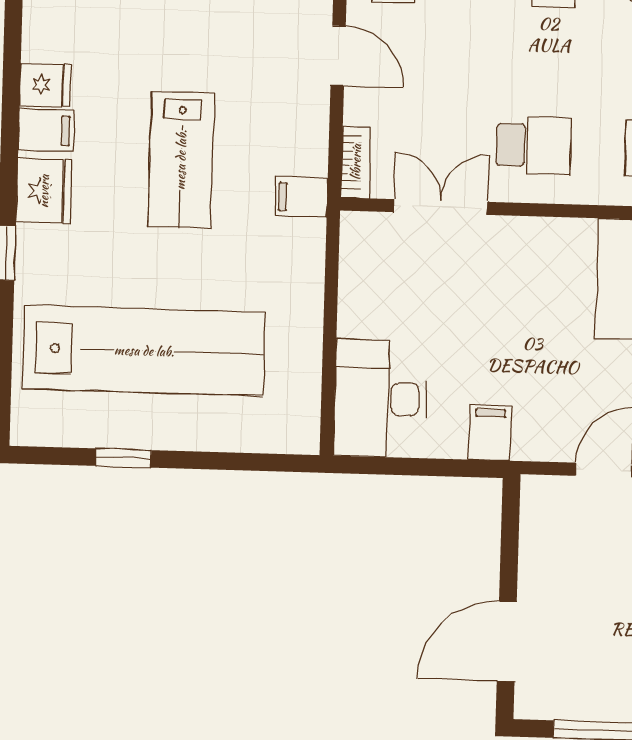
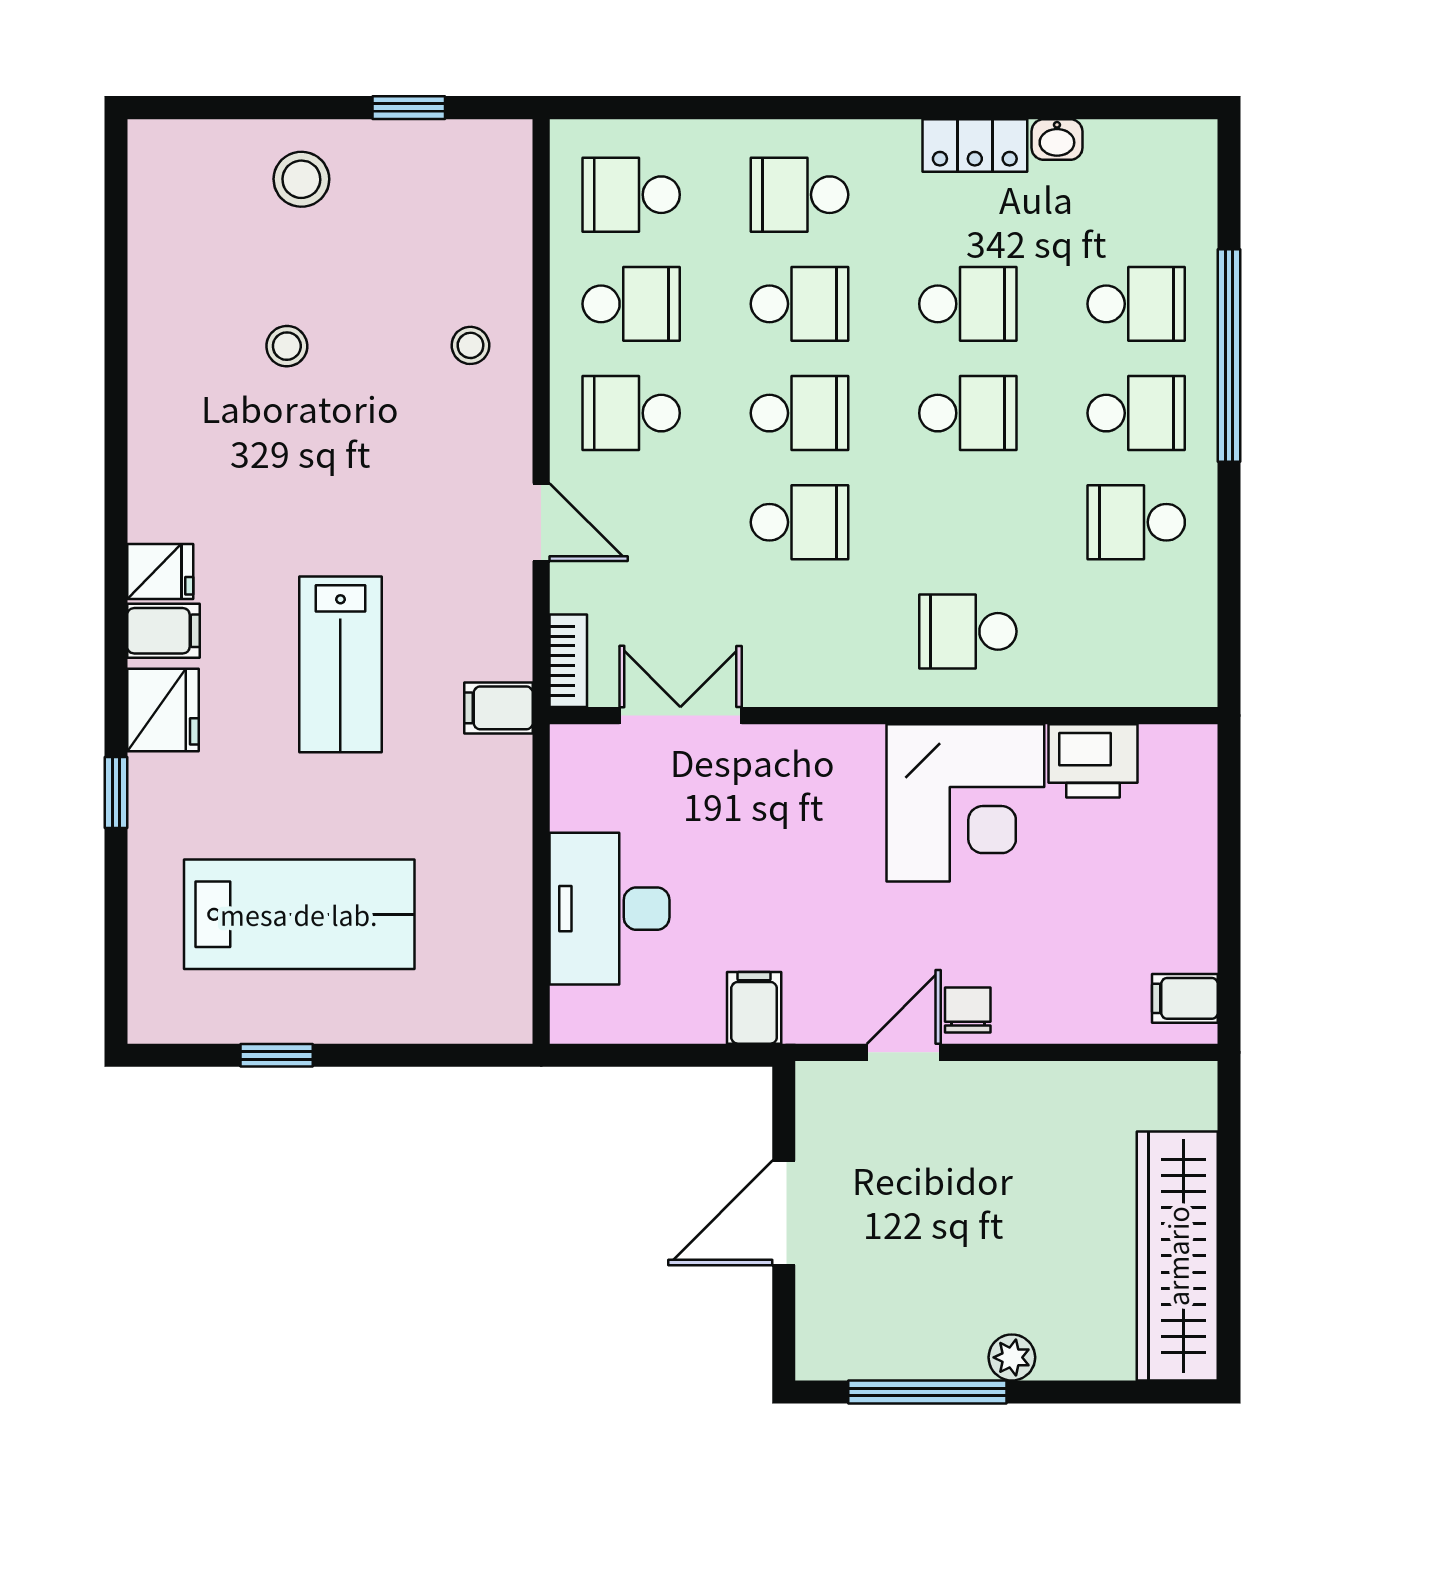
school desk: (534, 145) -> (800, 522), moved
lab bench: (144, 351) -> (299, 914), width x0.73
desk: (380, 399) -> (610, 909), moved
door: (507, 641) -> (784, 1213), moved

